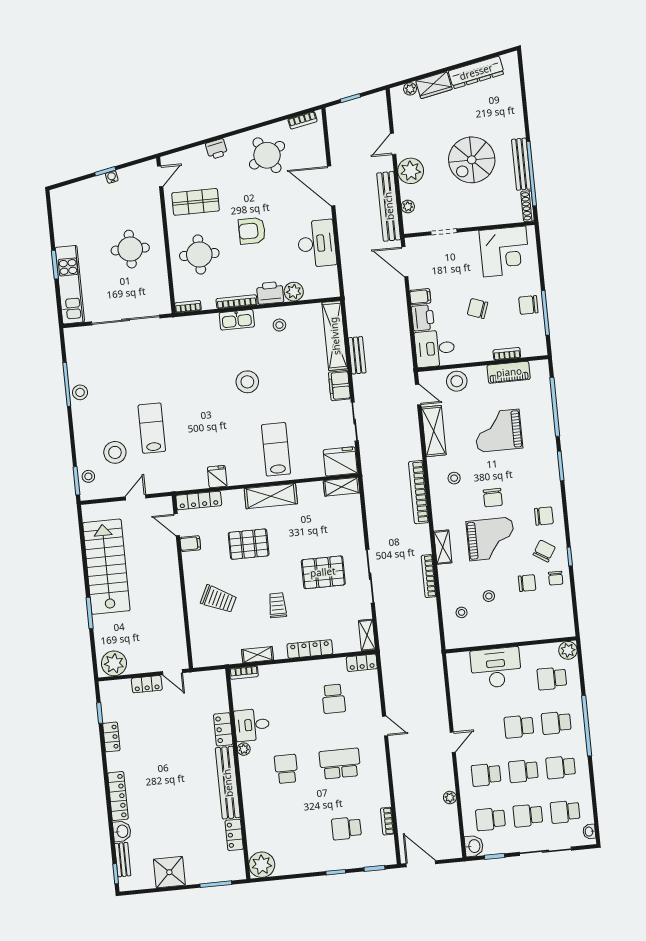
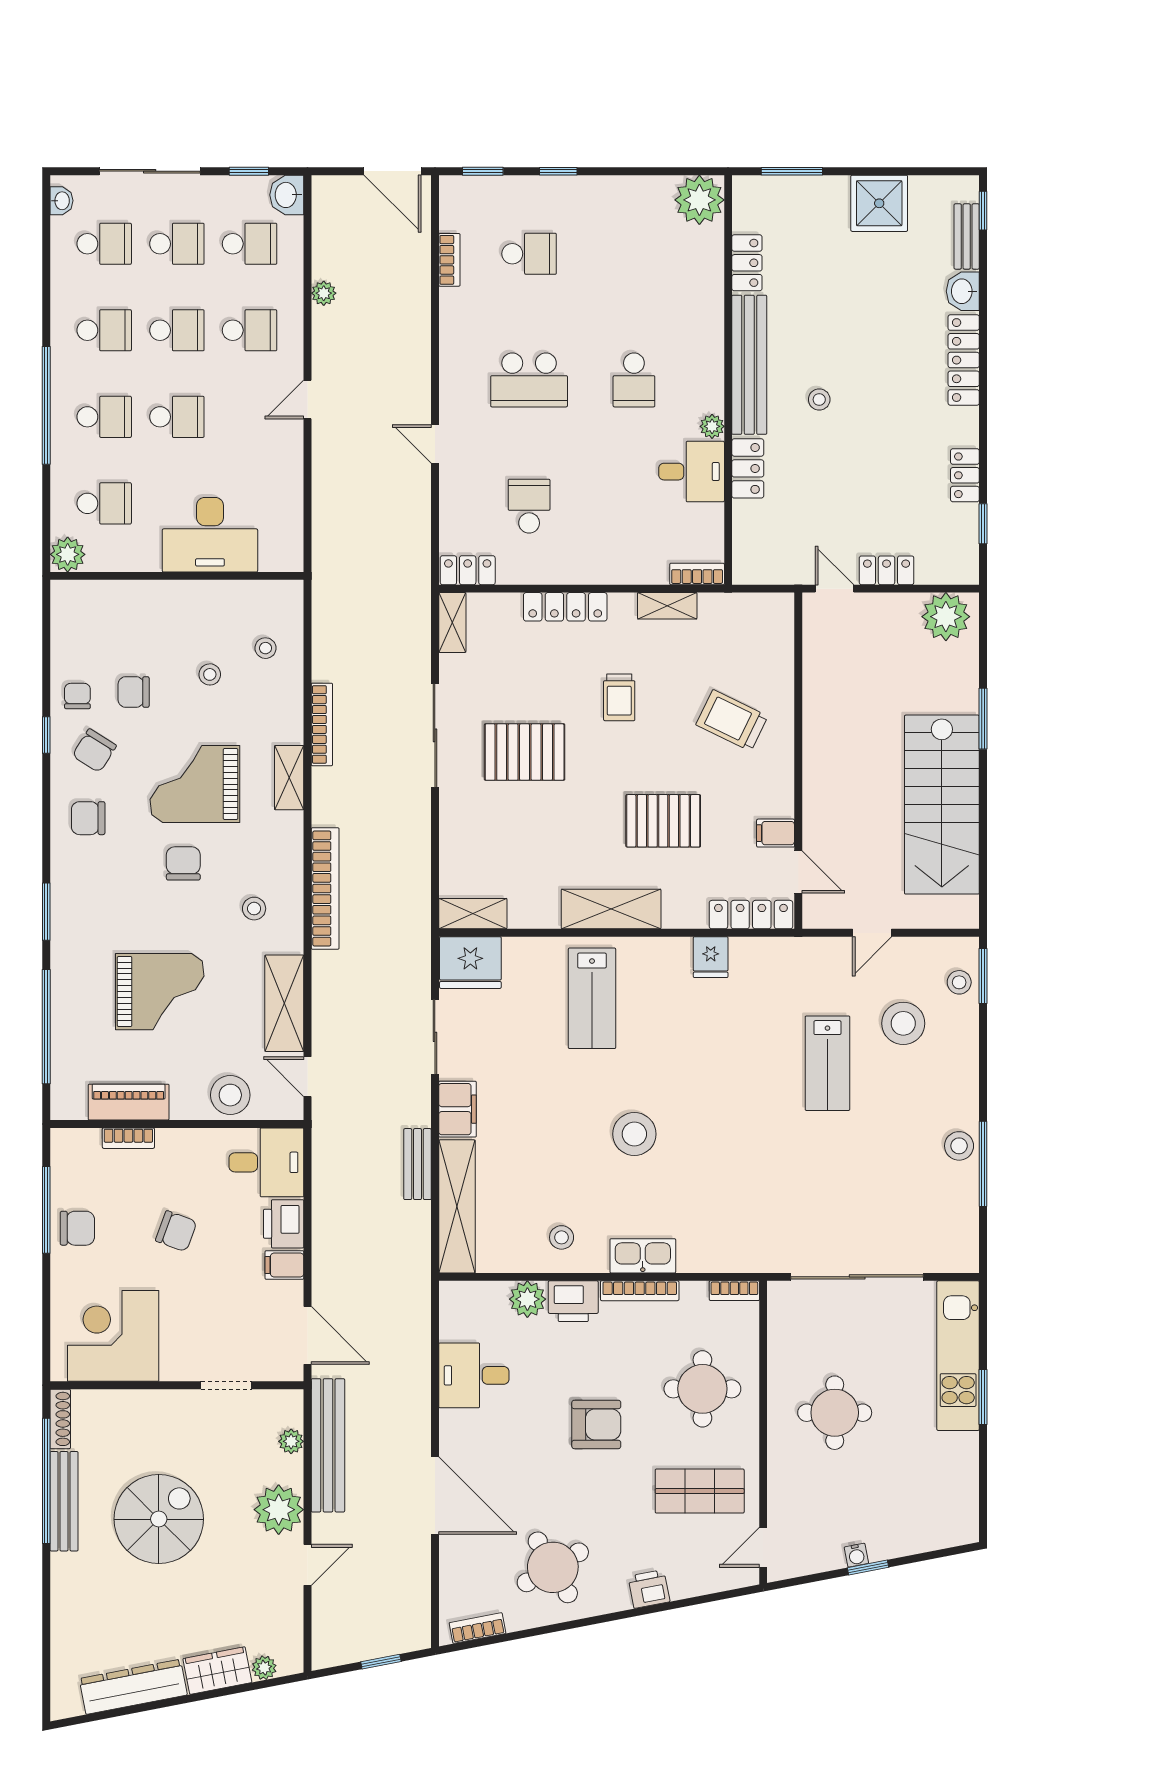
desk: (317, 244) -> (474, 1375), width x0.73
stool: (190, 768) -> (819, 399), added

